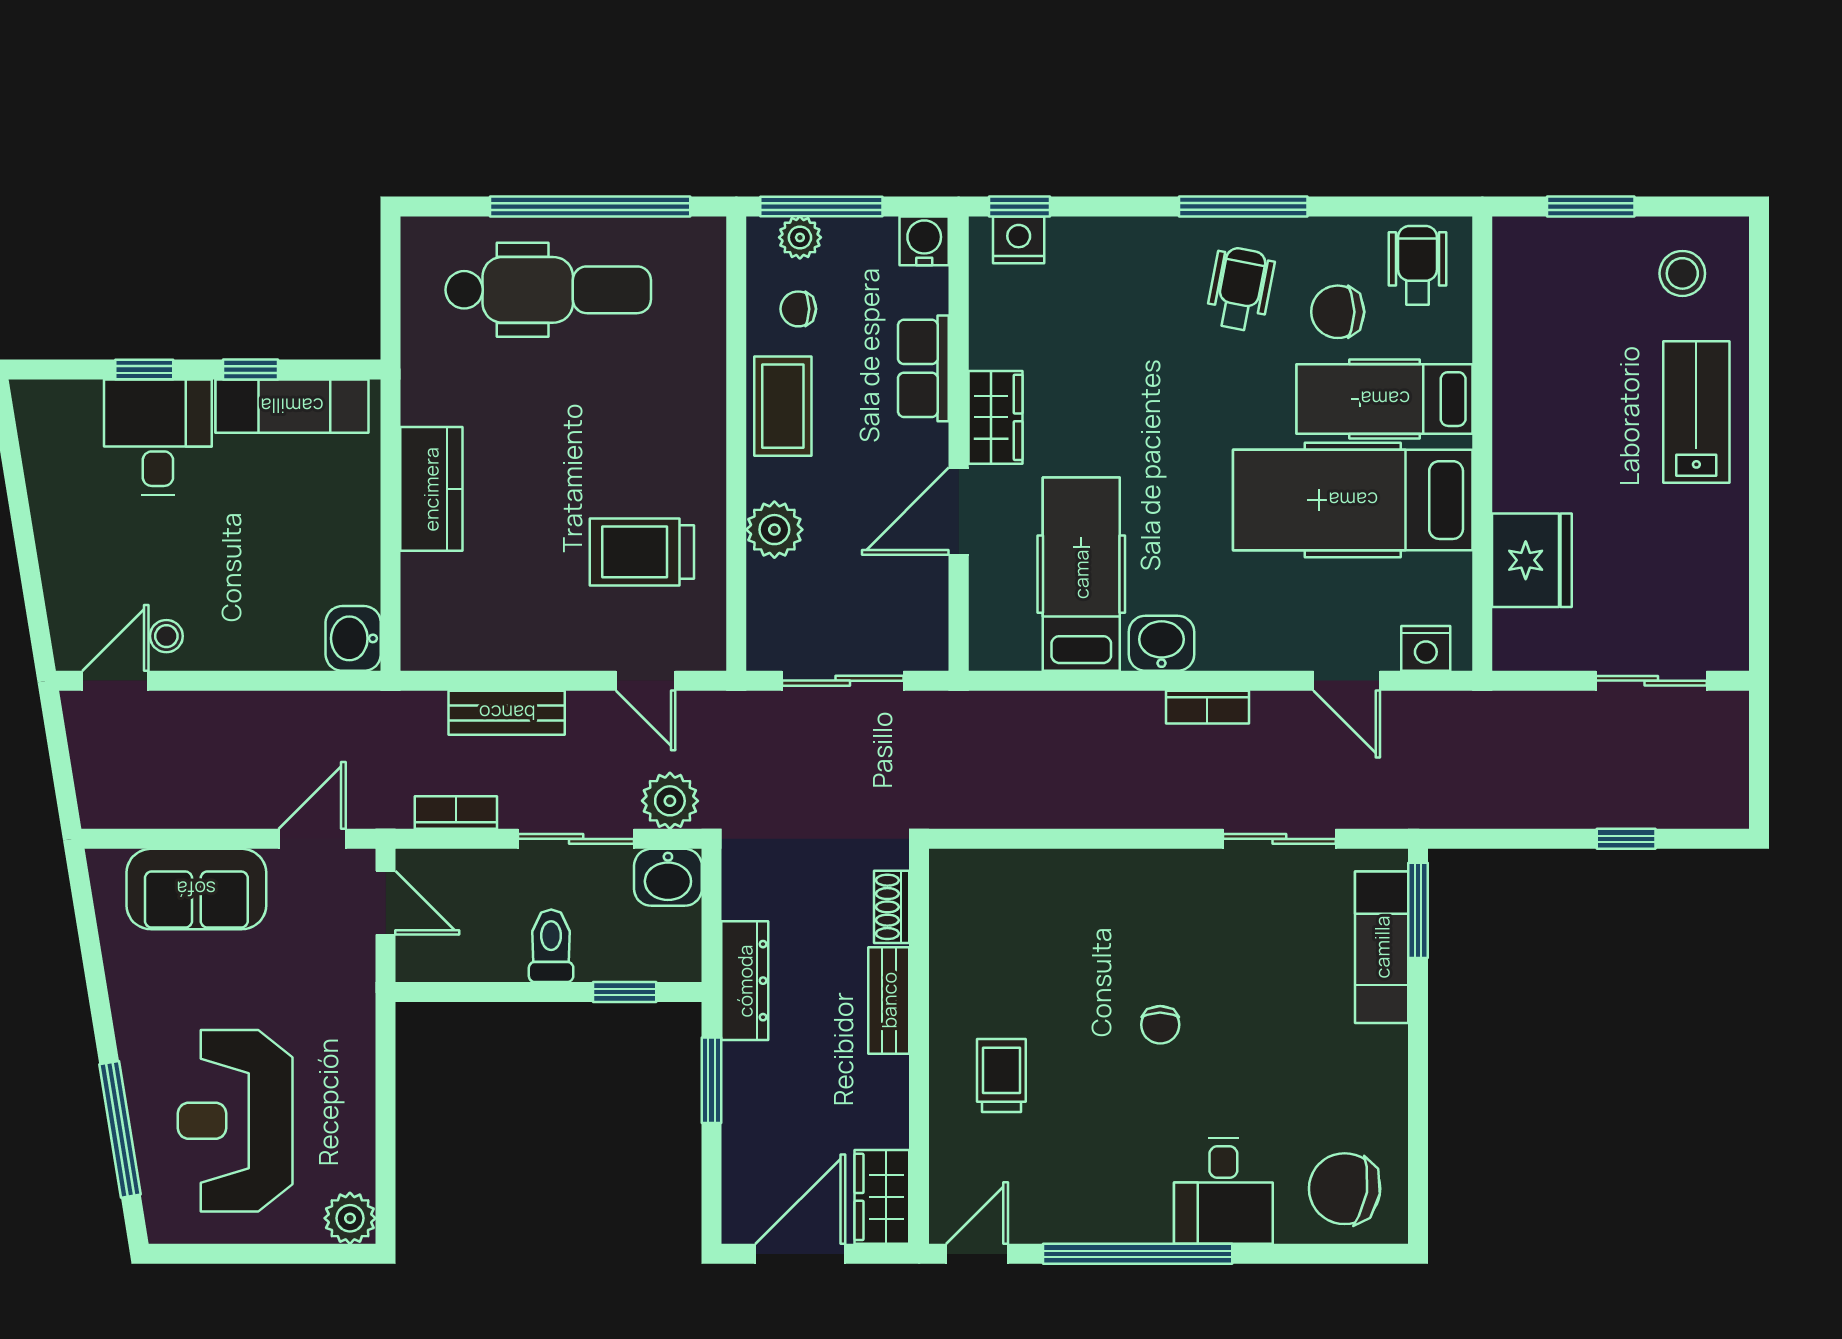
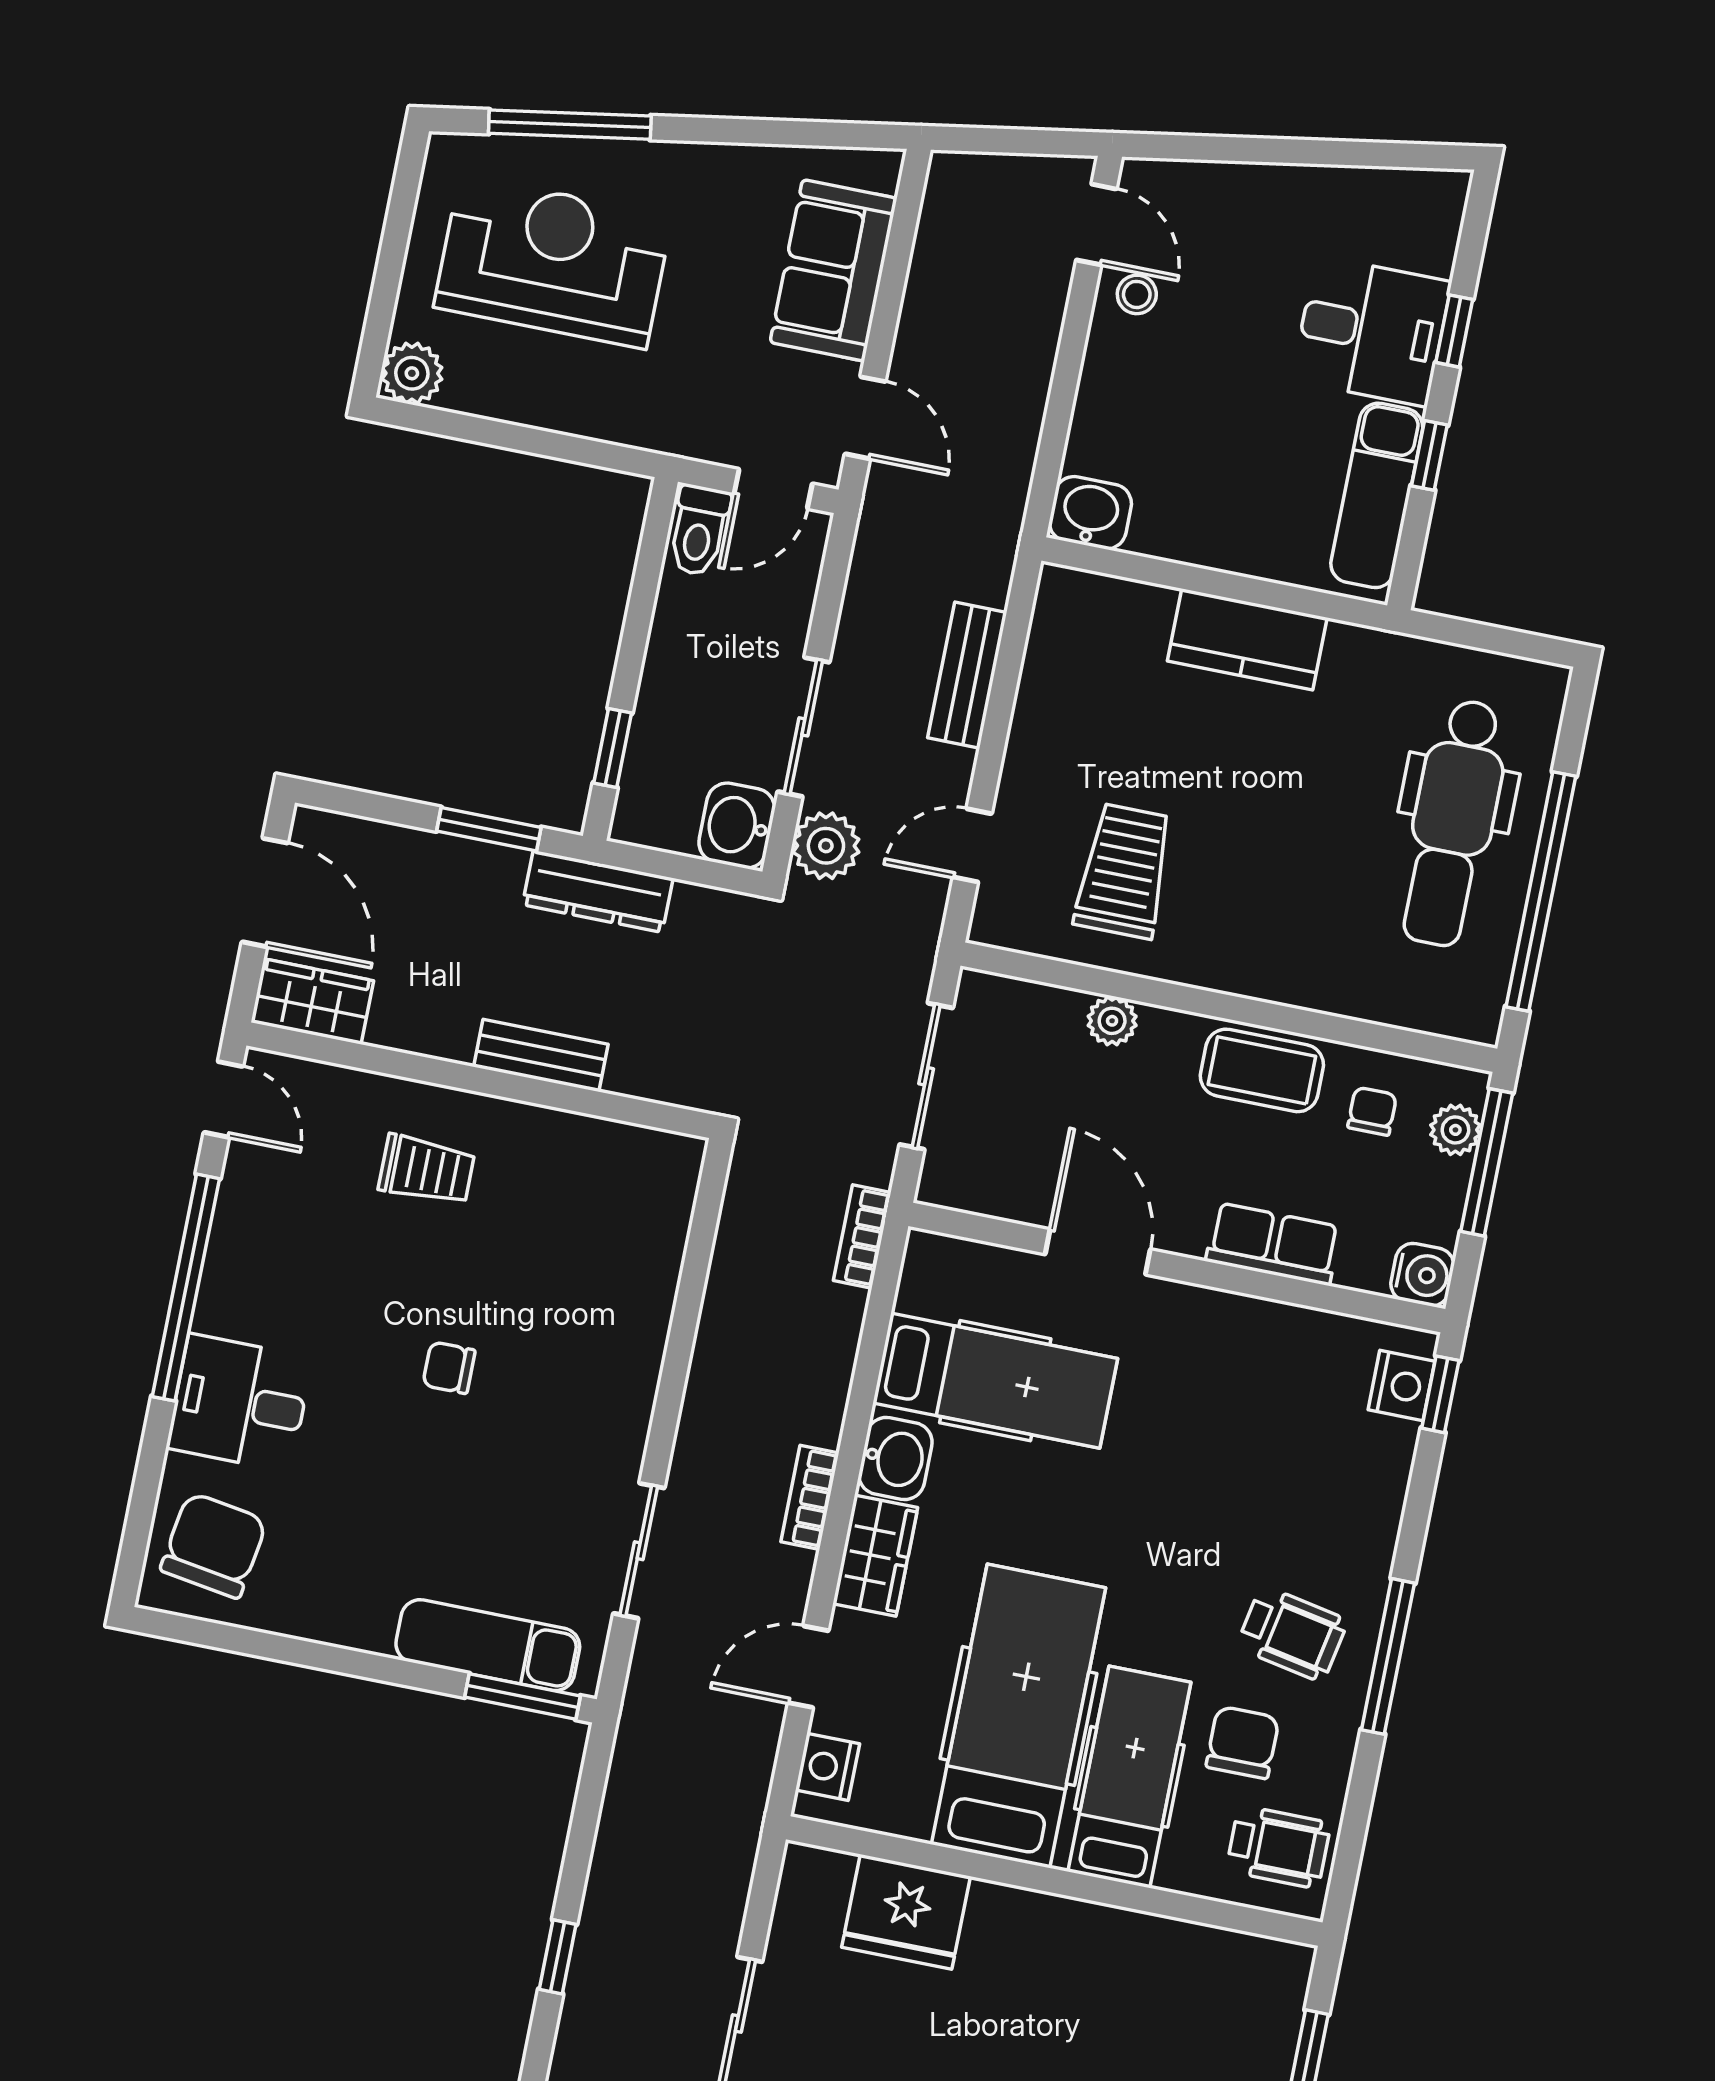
wardrobe: (995, 417) -> (875, 1556), moved, turned -90
plant: (774, 530) -> (1112, 1021), width x0.73, depth x0.73
bookcase: (456, 813) -> (862, 1236), moved, turned 180
shoe rack: (892, 907) -> (650, 1081), removed
toilet: (551, 946) -> (699, 530), moved, turned 90

